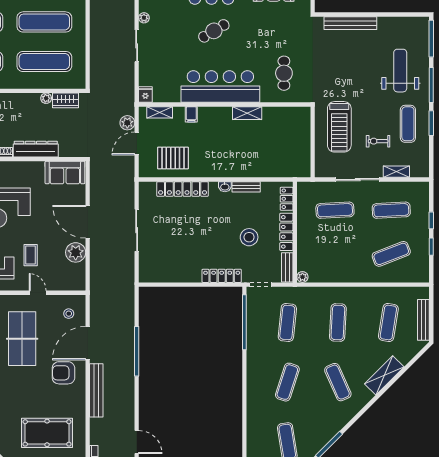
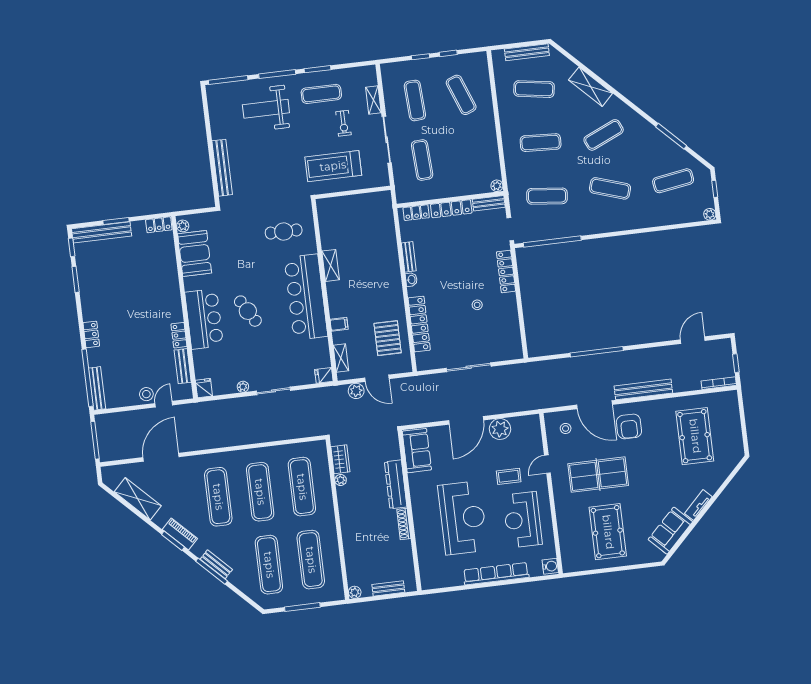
treadmill: (339, 127) -> (333, 166), turned 180
stool: (249, 237) -> (477, 305), moved, width x0.53, depth x0.53

